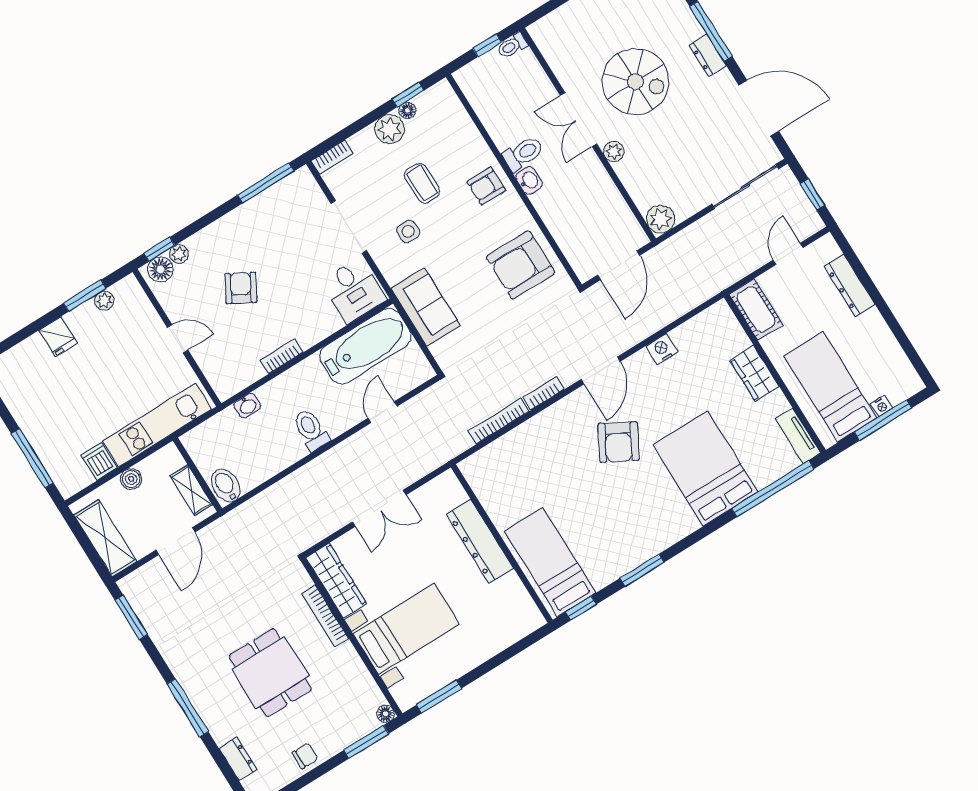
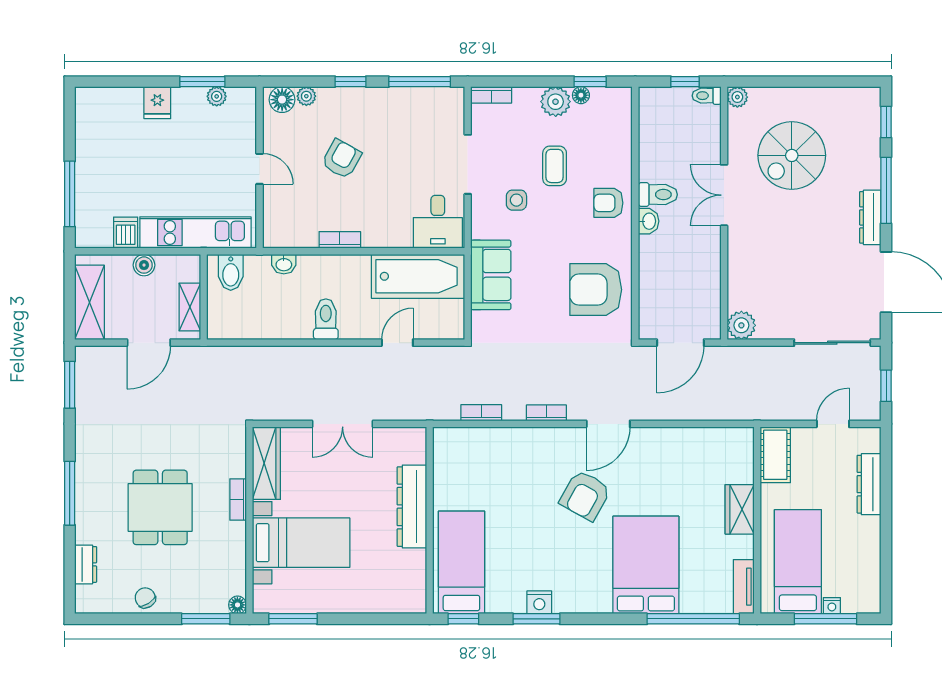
dresser: (708, 55) -> (870, 217), width x1.44
spiral stairs: (635, 82) -> (792, 155), moved, turned 90
plant: (614, 152) -> (737, 97), moved
window: (159, 249) -> (350, 82), moved
nightstand: (662, 349) -> (539, 602), moved, turned 180
bookcase: (499, 421) -> (481, 413), width x0.64
bidet: (226, 485) -> (231, 272), moved, turned 180
bookcase: (325, 616) -> (238, 499), width x0.64
chair: (305, 756) -> (145, 598), turned -122

